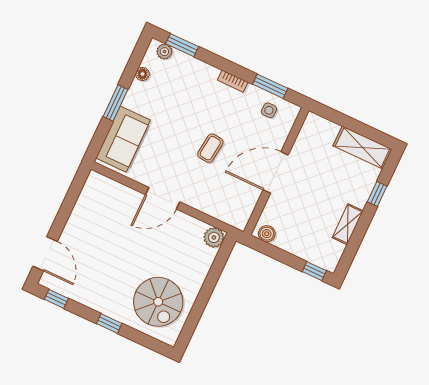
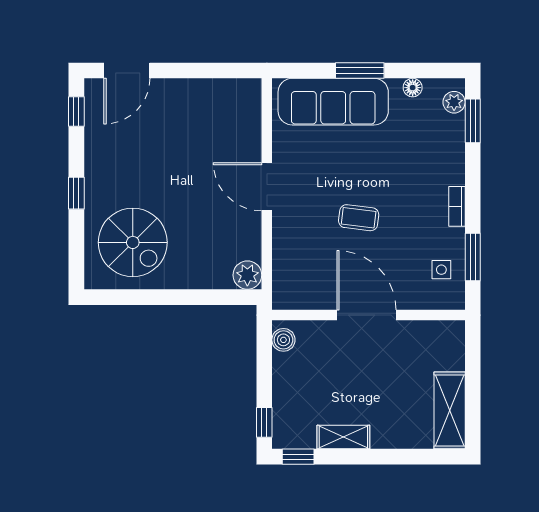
sofa: (123, 139) -> (333, 102), width x1.36
window: (377, 194) -> (298, 457), moved
spiral stairs: (158, 302) -> (133, 242), turned -90

